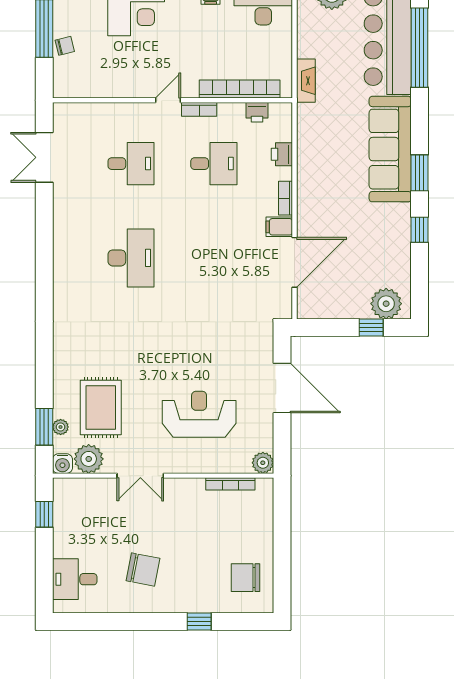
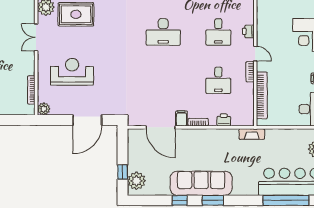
fireplace: (306, 81) -> (252, 134), moved
printer: (257, 112) -> (248, 31), moved
sofa: (390, 149) -> (201, 183), moved
reception desk: (199, 414) -> (72, 72), turned -90

